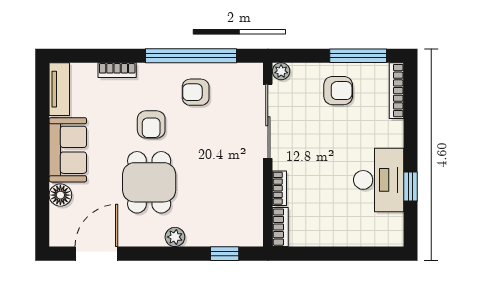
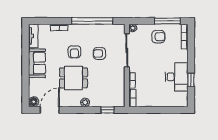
armchair: (196, 92) -> (99, 53), moved
dining table: (149, 182) -> (73, 78), turned 90
floor lamp: (60, 195) -> (34, 102), moved

